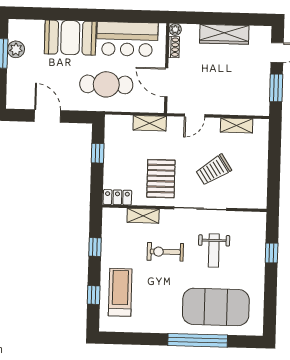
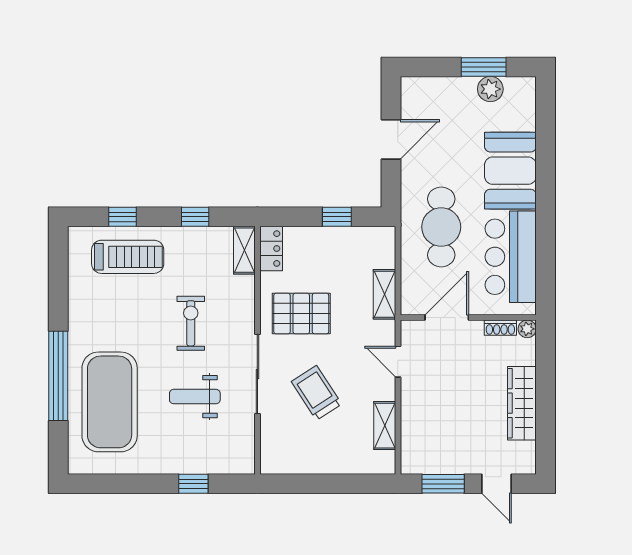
shelving: (143, 216) -> (244, 250), moved

